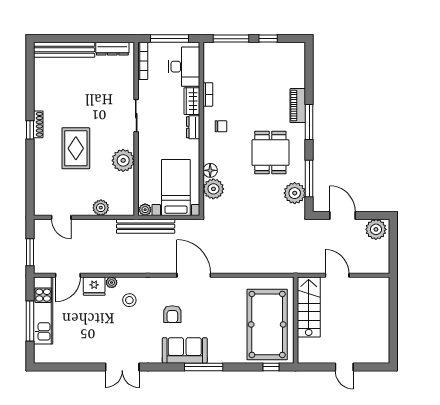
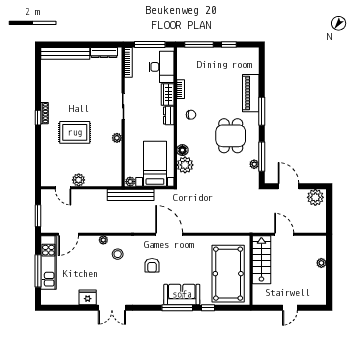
piano: (298, 106) -> (251, 93), width x1.37, depth x1.33
rug: (76, 148) -> (75, 132), turned 90
plant: (123, 160) -> (117, 138), width x0.53, depth x0.53
plant: (295, 193) -> (254, 164), width x0.53, depth x0.53
plant: (101, 208) -> (79, 180), moved
fridge: (94, 286) -> (88, 297), moved, turned 180
plant: (384, 311) -> (321, 263), added
sofa: (185, 350) -> (182, 294), moved
window: (271, 367) -> (208, 308), moved
door: (344, 367) -> (290, 308), hinge flipped

